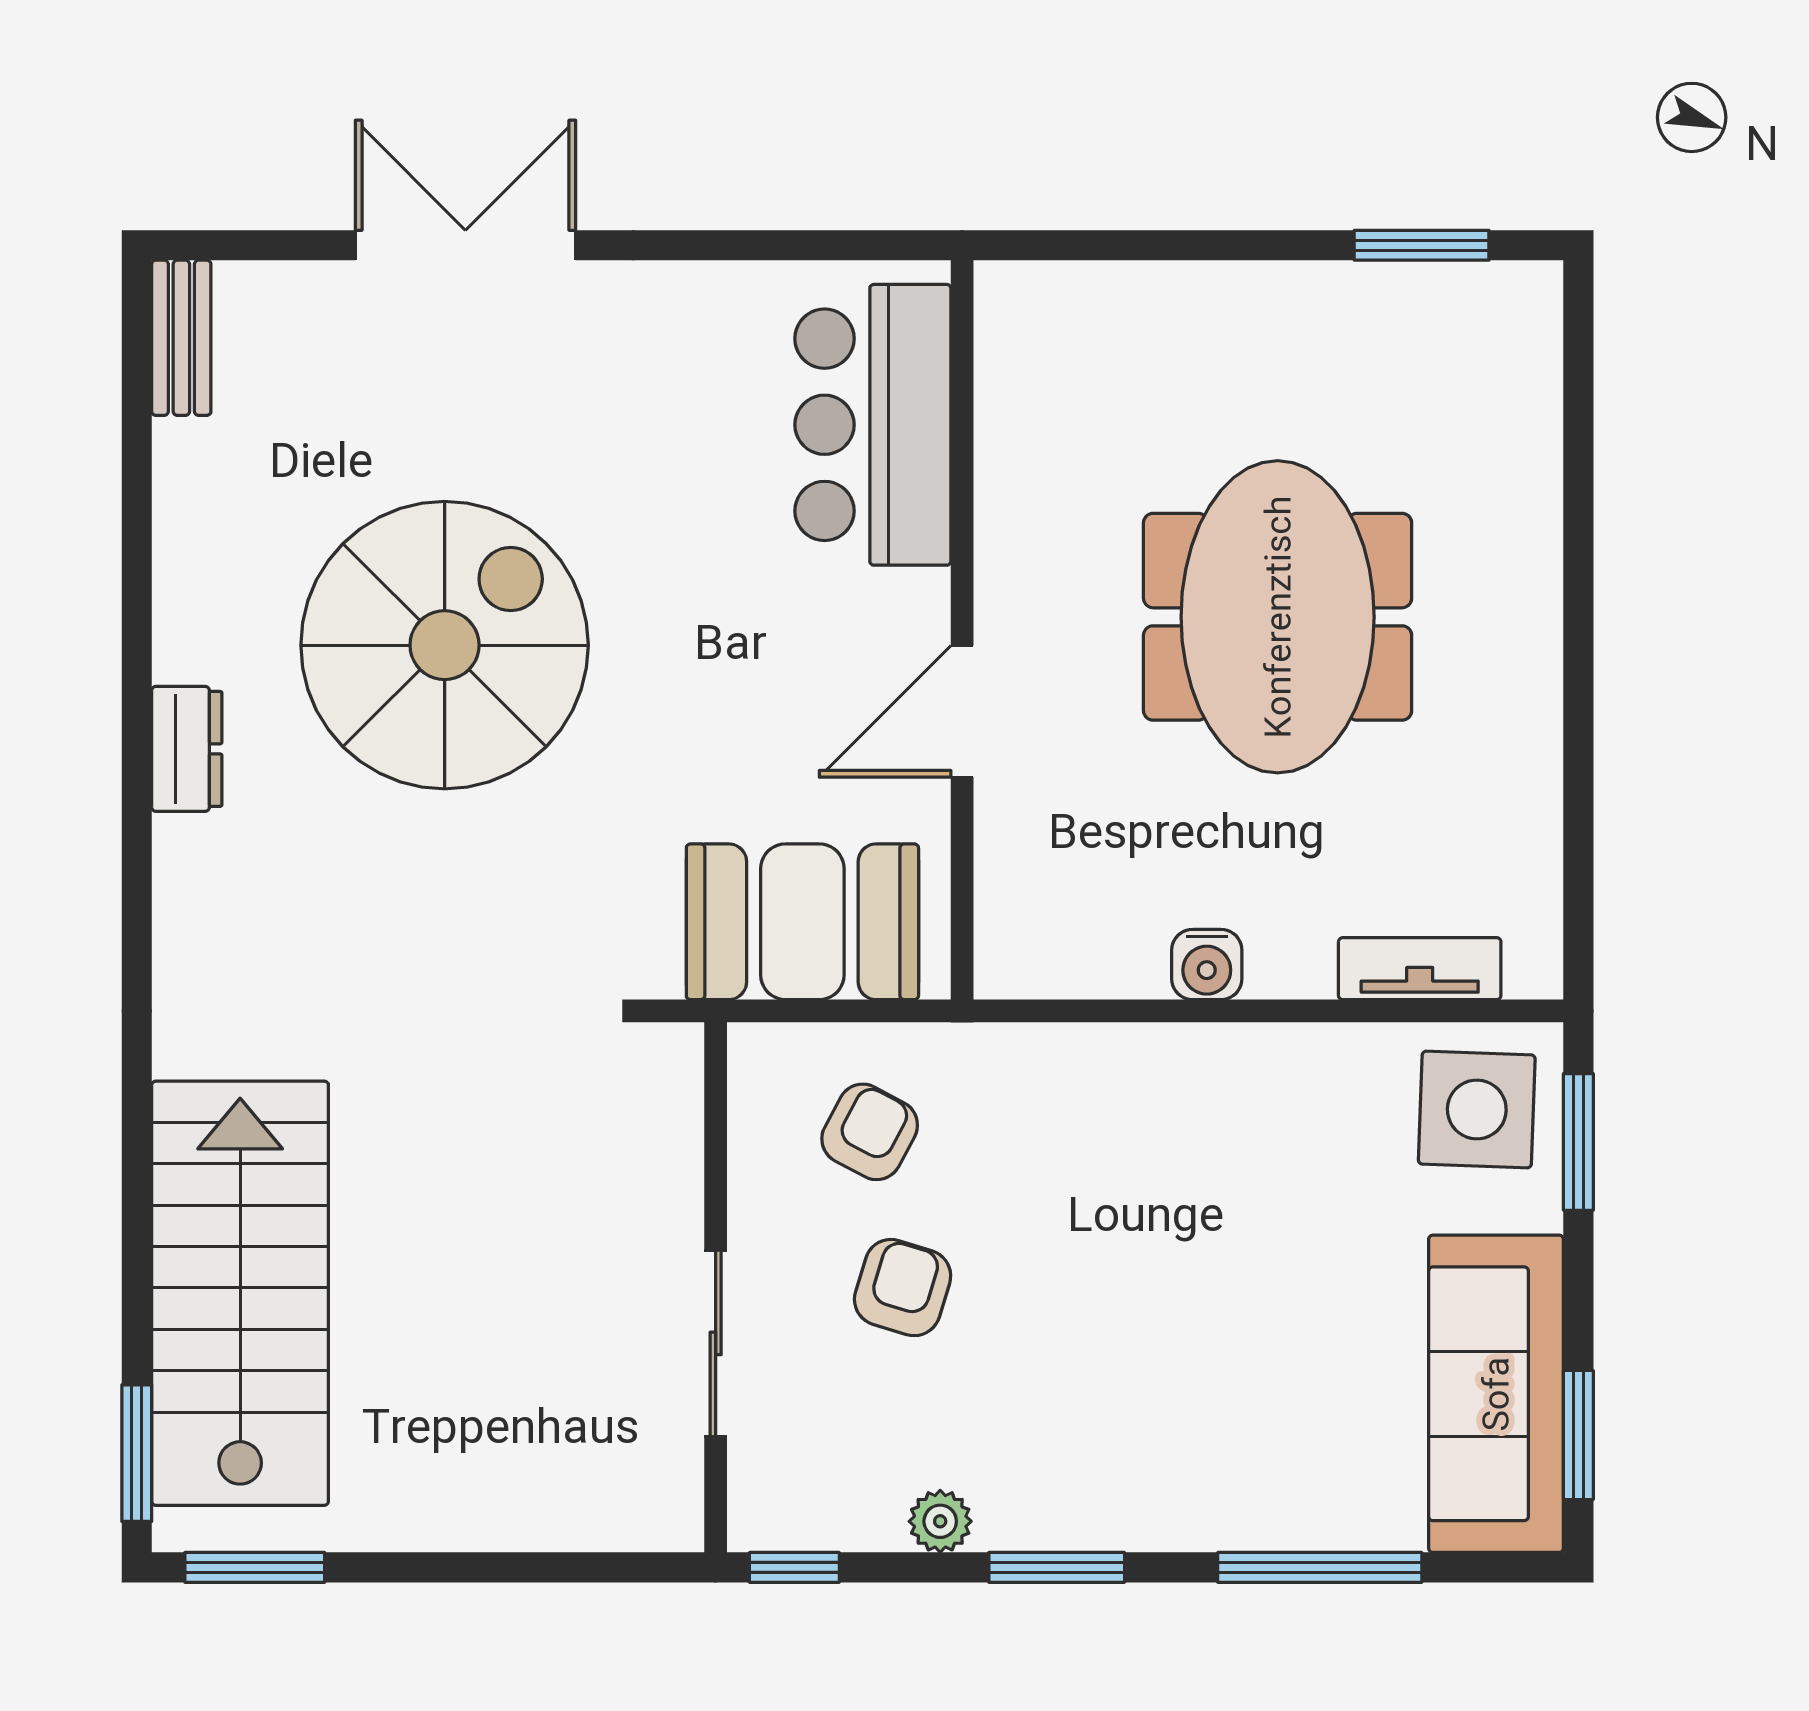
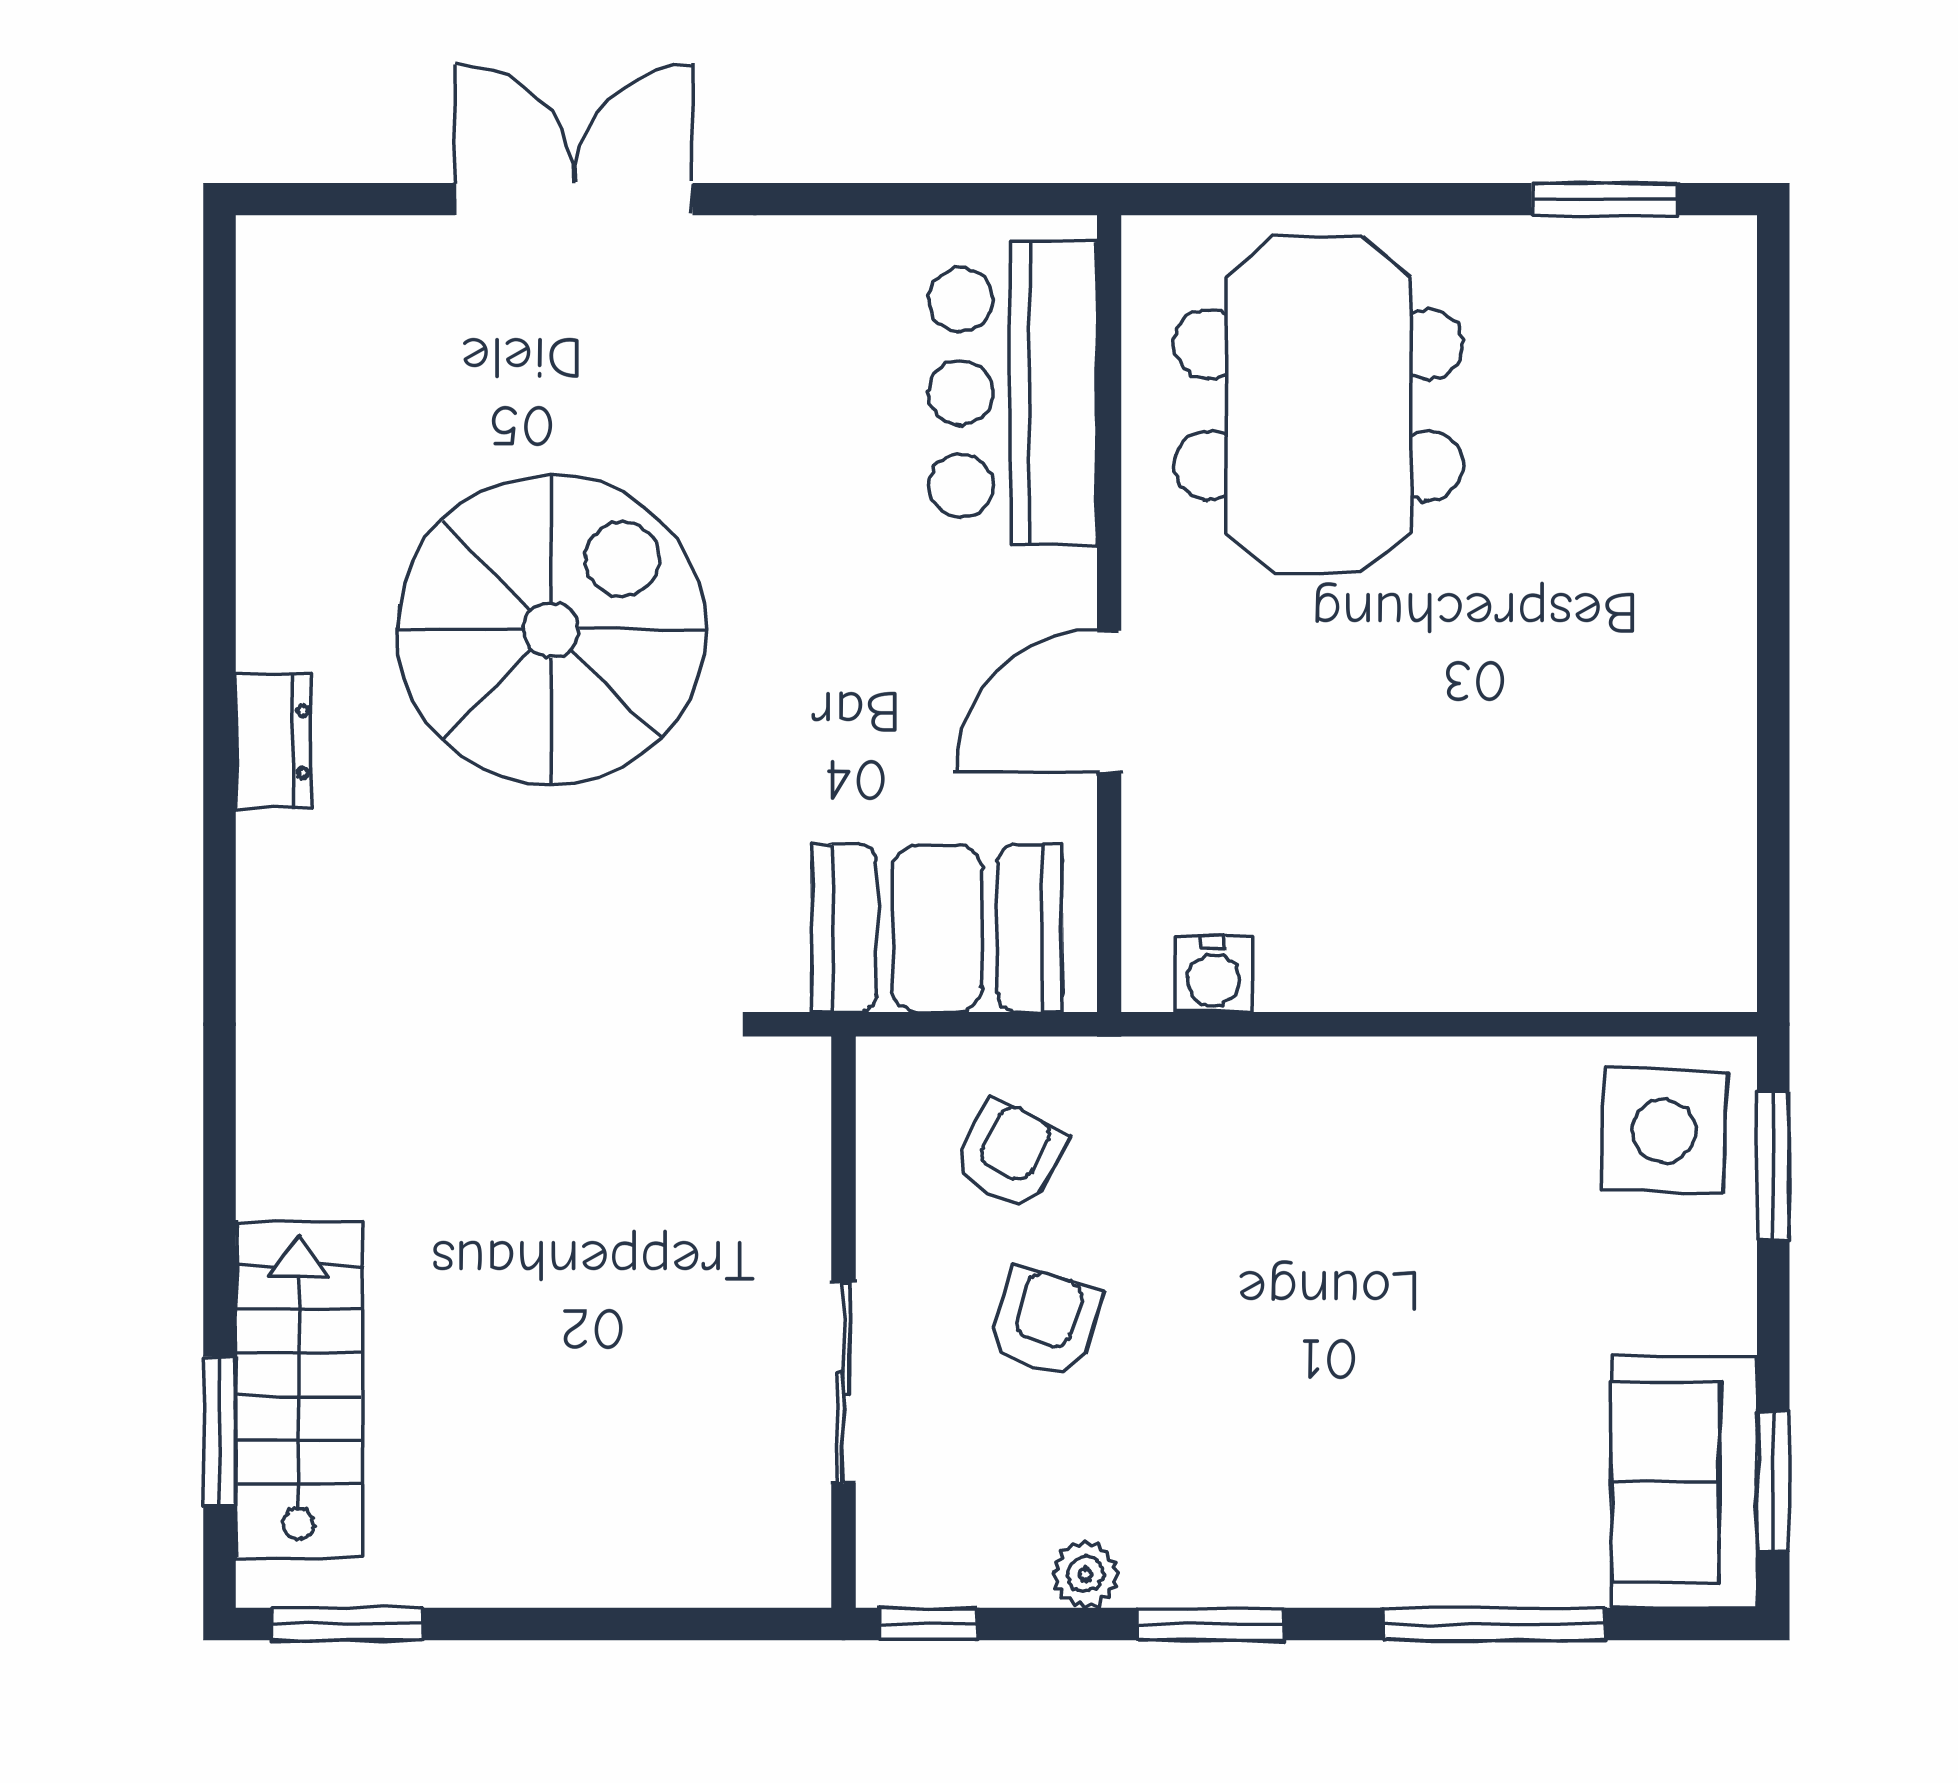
bench: (181, 338) -> (268, 299), removed
meeting table: (1278, 617) -> (1319, 405), moved
water cooler: (1207, 964) -> (1213, 974), moved
tv unit: (1420, 969) -> (1602, 979), removed
stairs: (240, 1293) -> (299, 1390), width x0.73, depth x0.66
sofa: (1496, 1394) -> (1684, 1482), width x0.73
window: (137, 1453) -> (220, 1430), moved

